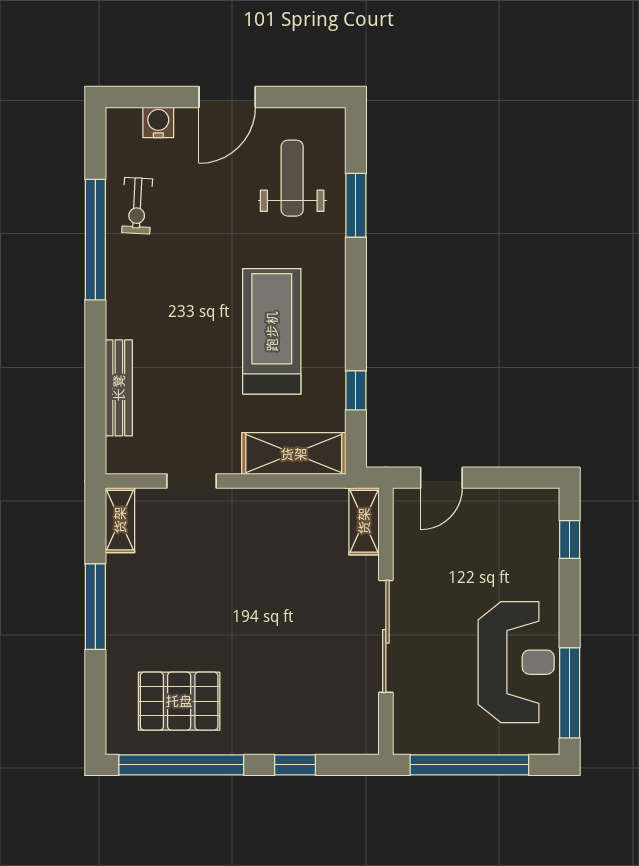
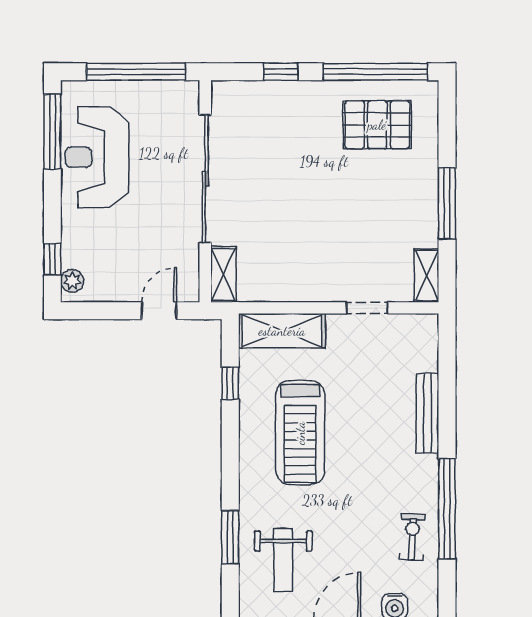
bench: (119, 388) -> (427, 413), moved
plant: (546, 513) -> (72, 281), added
sliding door: (386, 636) -> (205, 179), width x1.36

